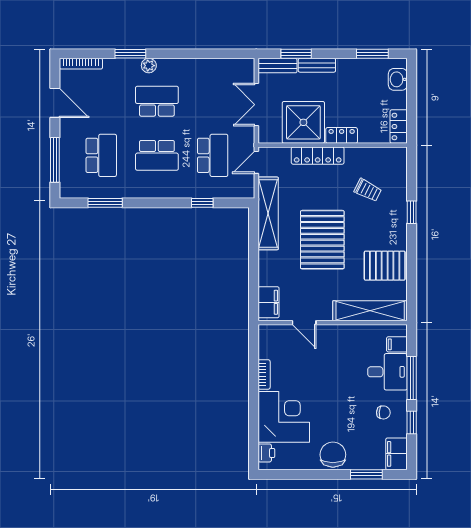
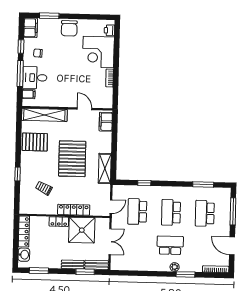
school desk: (157, 101) -> (170, 245), turned 180
locker: (399, 126) -> (24, 231), width x1.53
school desk: (157, 155) -> (171, 212), turned -90
shelving: (268, 213) -> (105, 168), width x0.68

